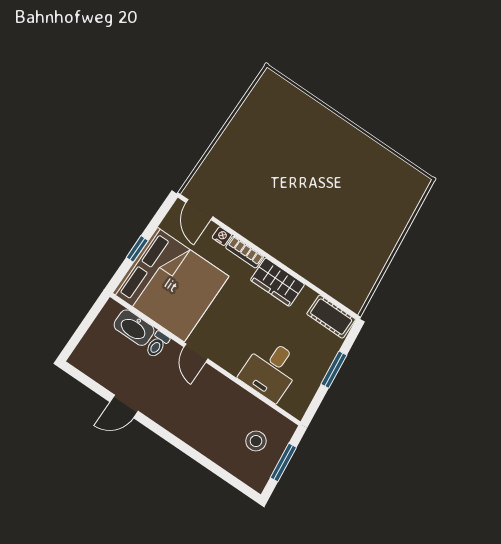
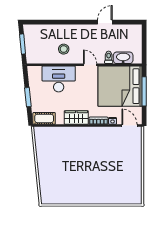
window: (137, 249) -> (144, 91), width x2.17
desk: (271, 370) -> (59, 79), width x1.37
stool: (256, 441) -> (64, 49), moved

